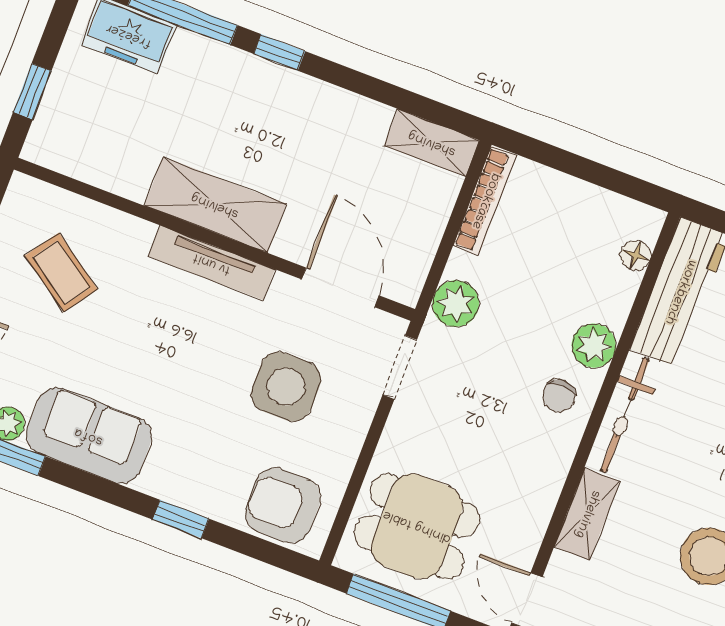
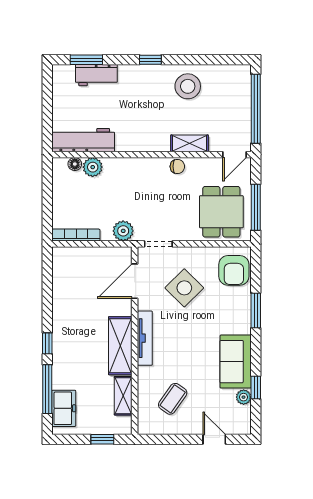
shelving: (432, 143) -> (123, 396), moved
plant: (594, 346) -> (93, 167), moved
side table: (286, 387) -> (184, 288), turned 45
chair: (559, 396) -> (177, 166), moved
bicycle: (625, 415) -> (143, 143), removed
window: (181, 519) -> (256, 310), width x1.50

